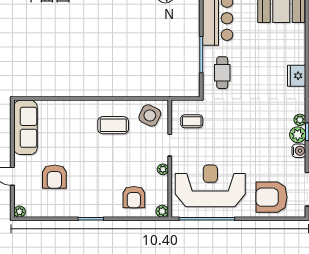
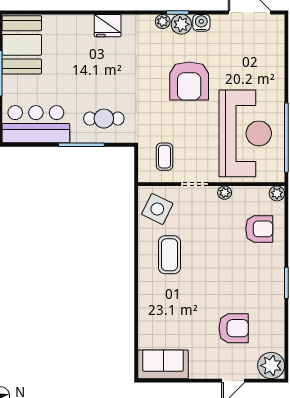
sofa: (25, 127) -> (163, 364), width x0.73
reception desk: (210, 186) -> (245, 133), turned 180
armchair: (271, 197) -> (189, 81), moved
plant: (20, 212) -> (271, 366), width x1.88, depth x1.88

